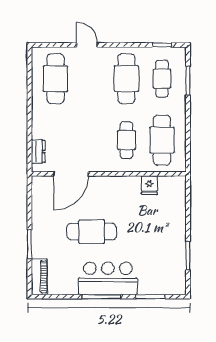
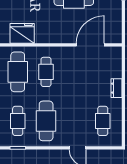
cafe table: (55, 79) -> (103, 121), width x0.73, depth x0.74
dresser: (38, 151) -> (117, 88), moved
fridge: (149, 185) -> (22, 33), width x1.88, depth x1.34

